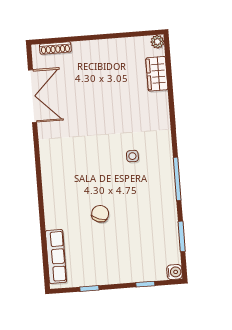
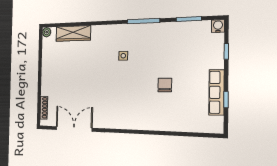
wardrobe: (157, 74) -> (73, 33), width x1.50
chair: (100, 214) -> (165, 85), turned 71
row of seats: (56, 256) -> (216, 92), moved, turned -90

